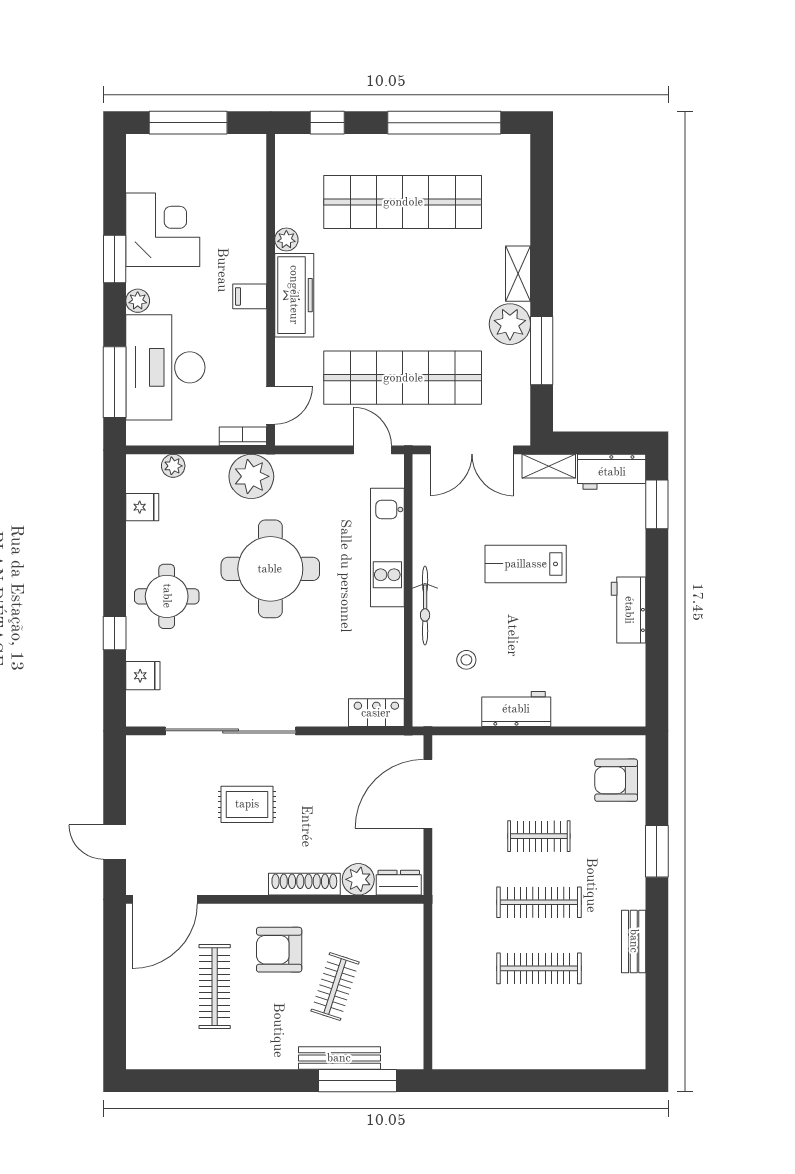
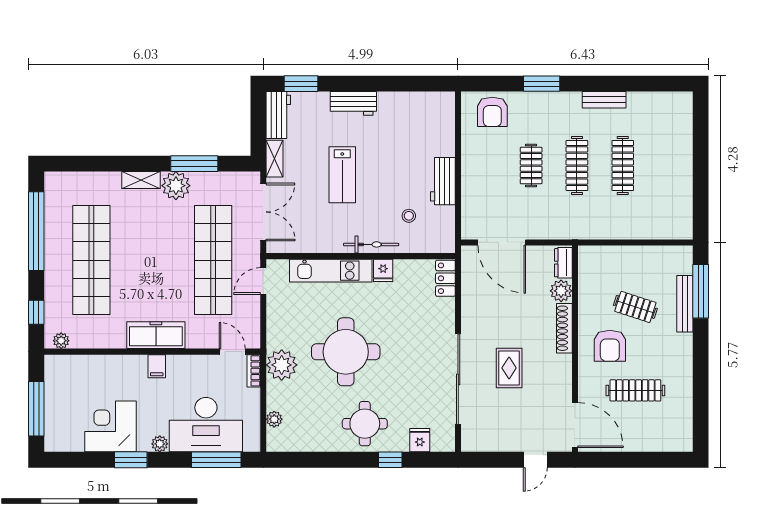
plant: (286, 239) -> (61, 341), moved
fridge: (142, 507) -> (383, 270), moved, turned 180
workbench: (629, 610) -> (353, 103), moved

